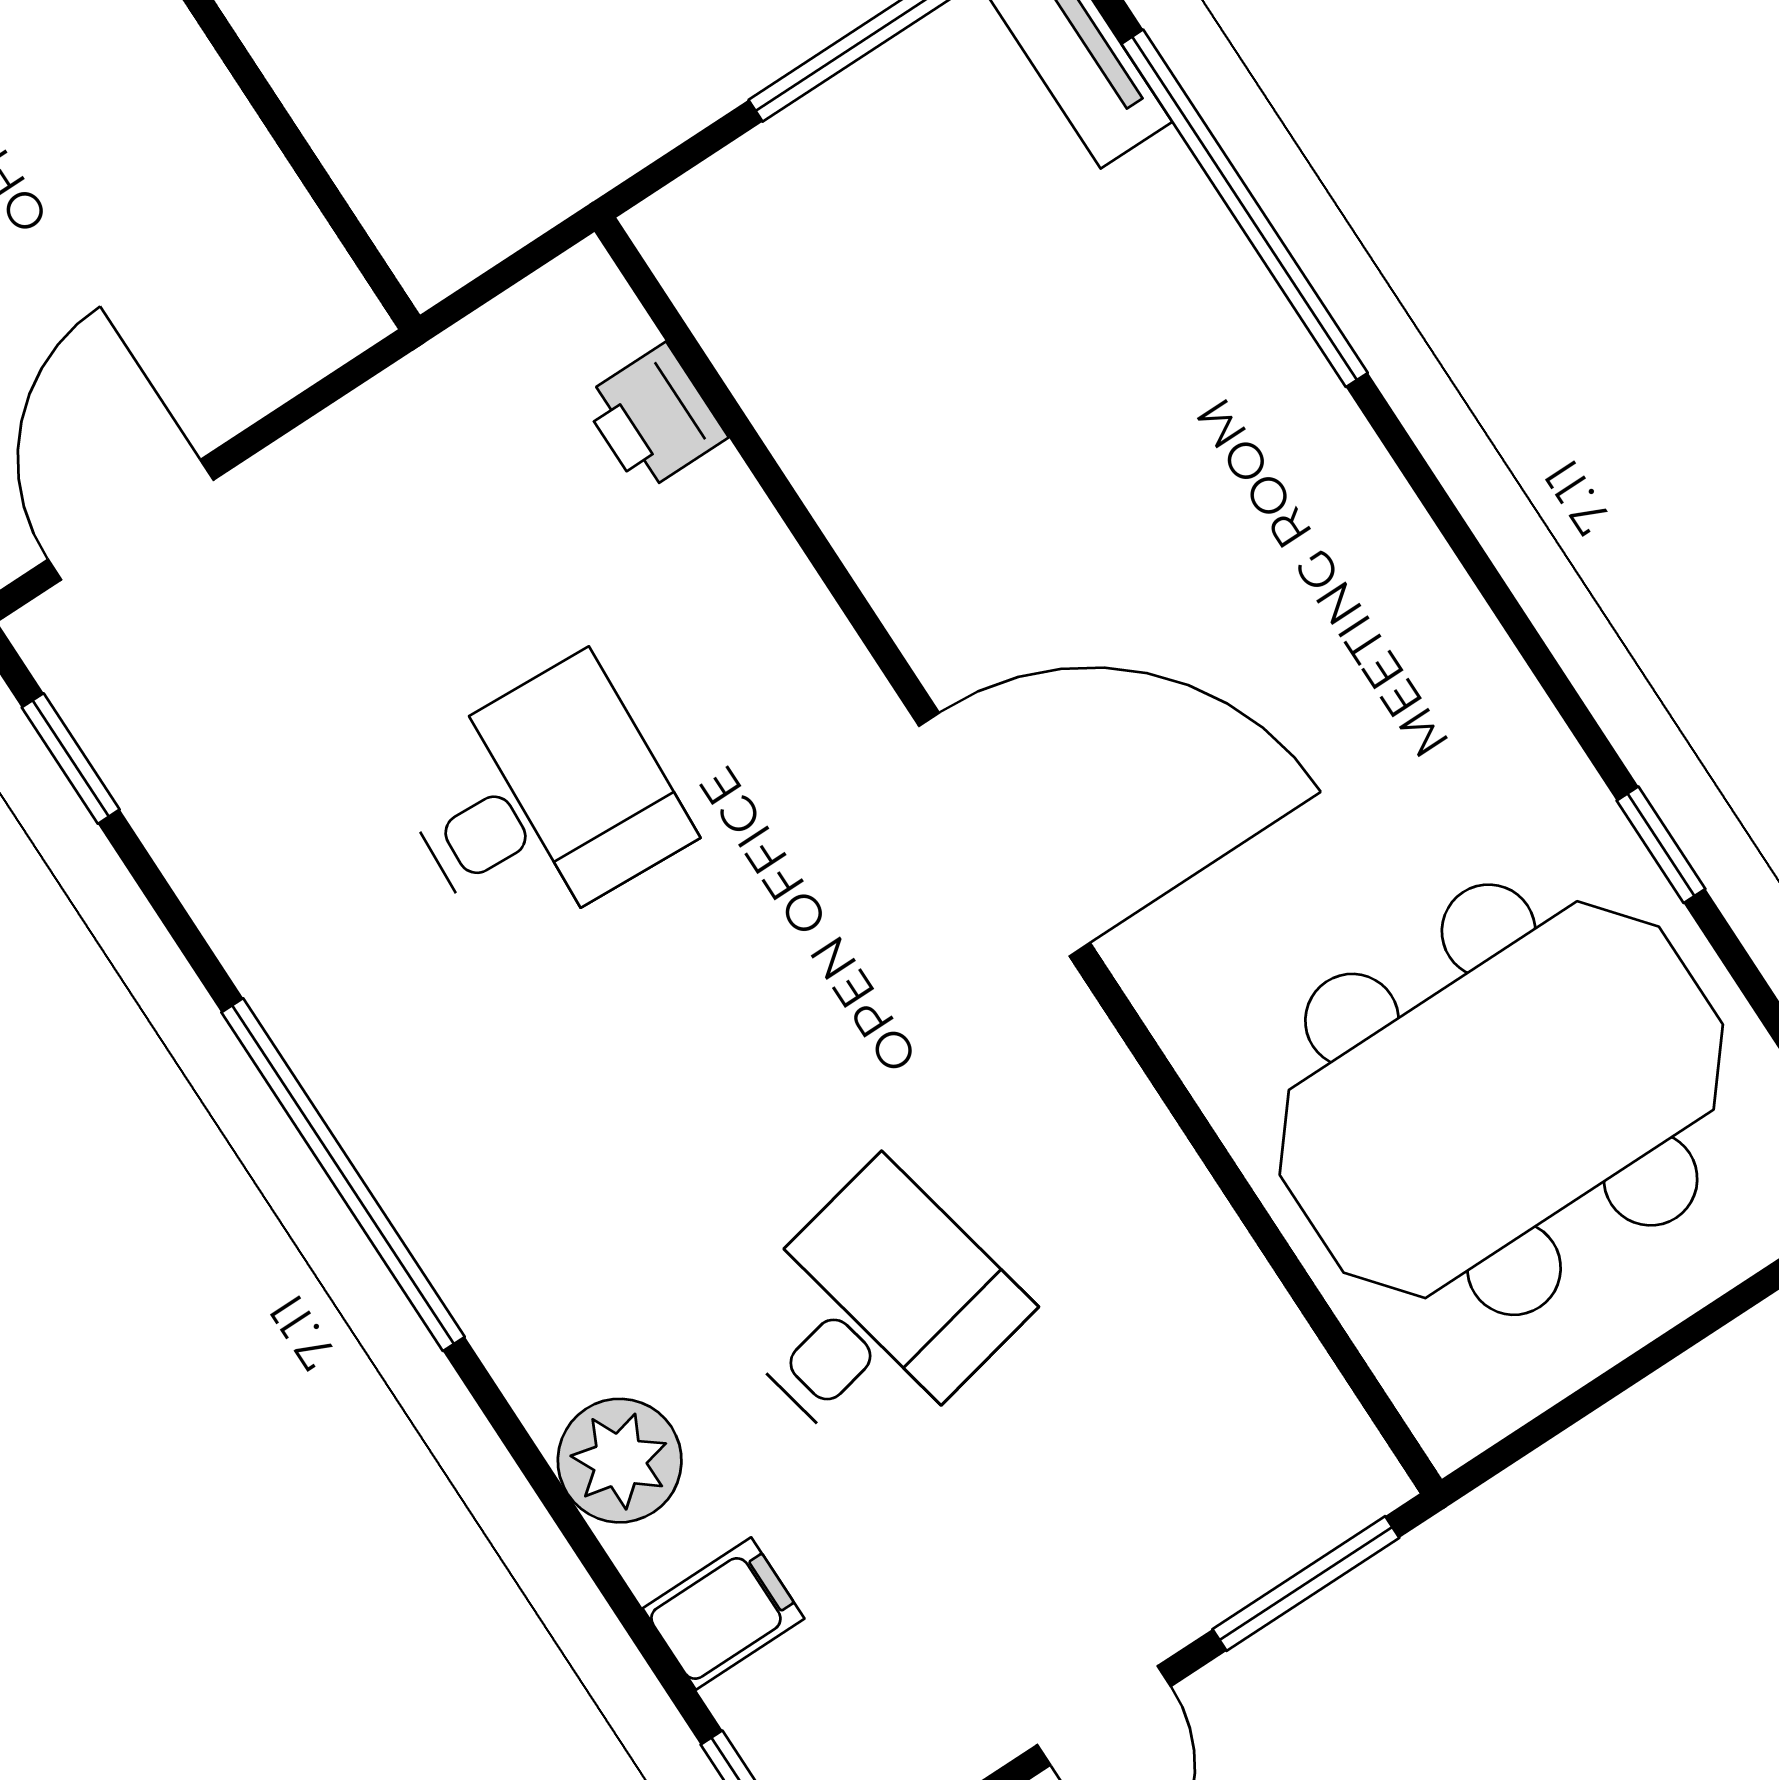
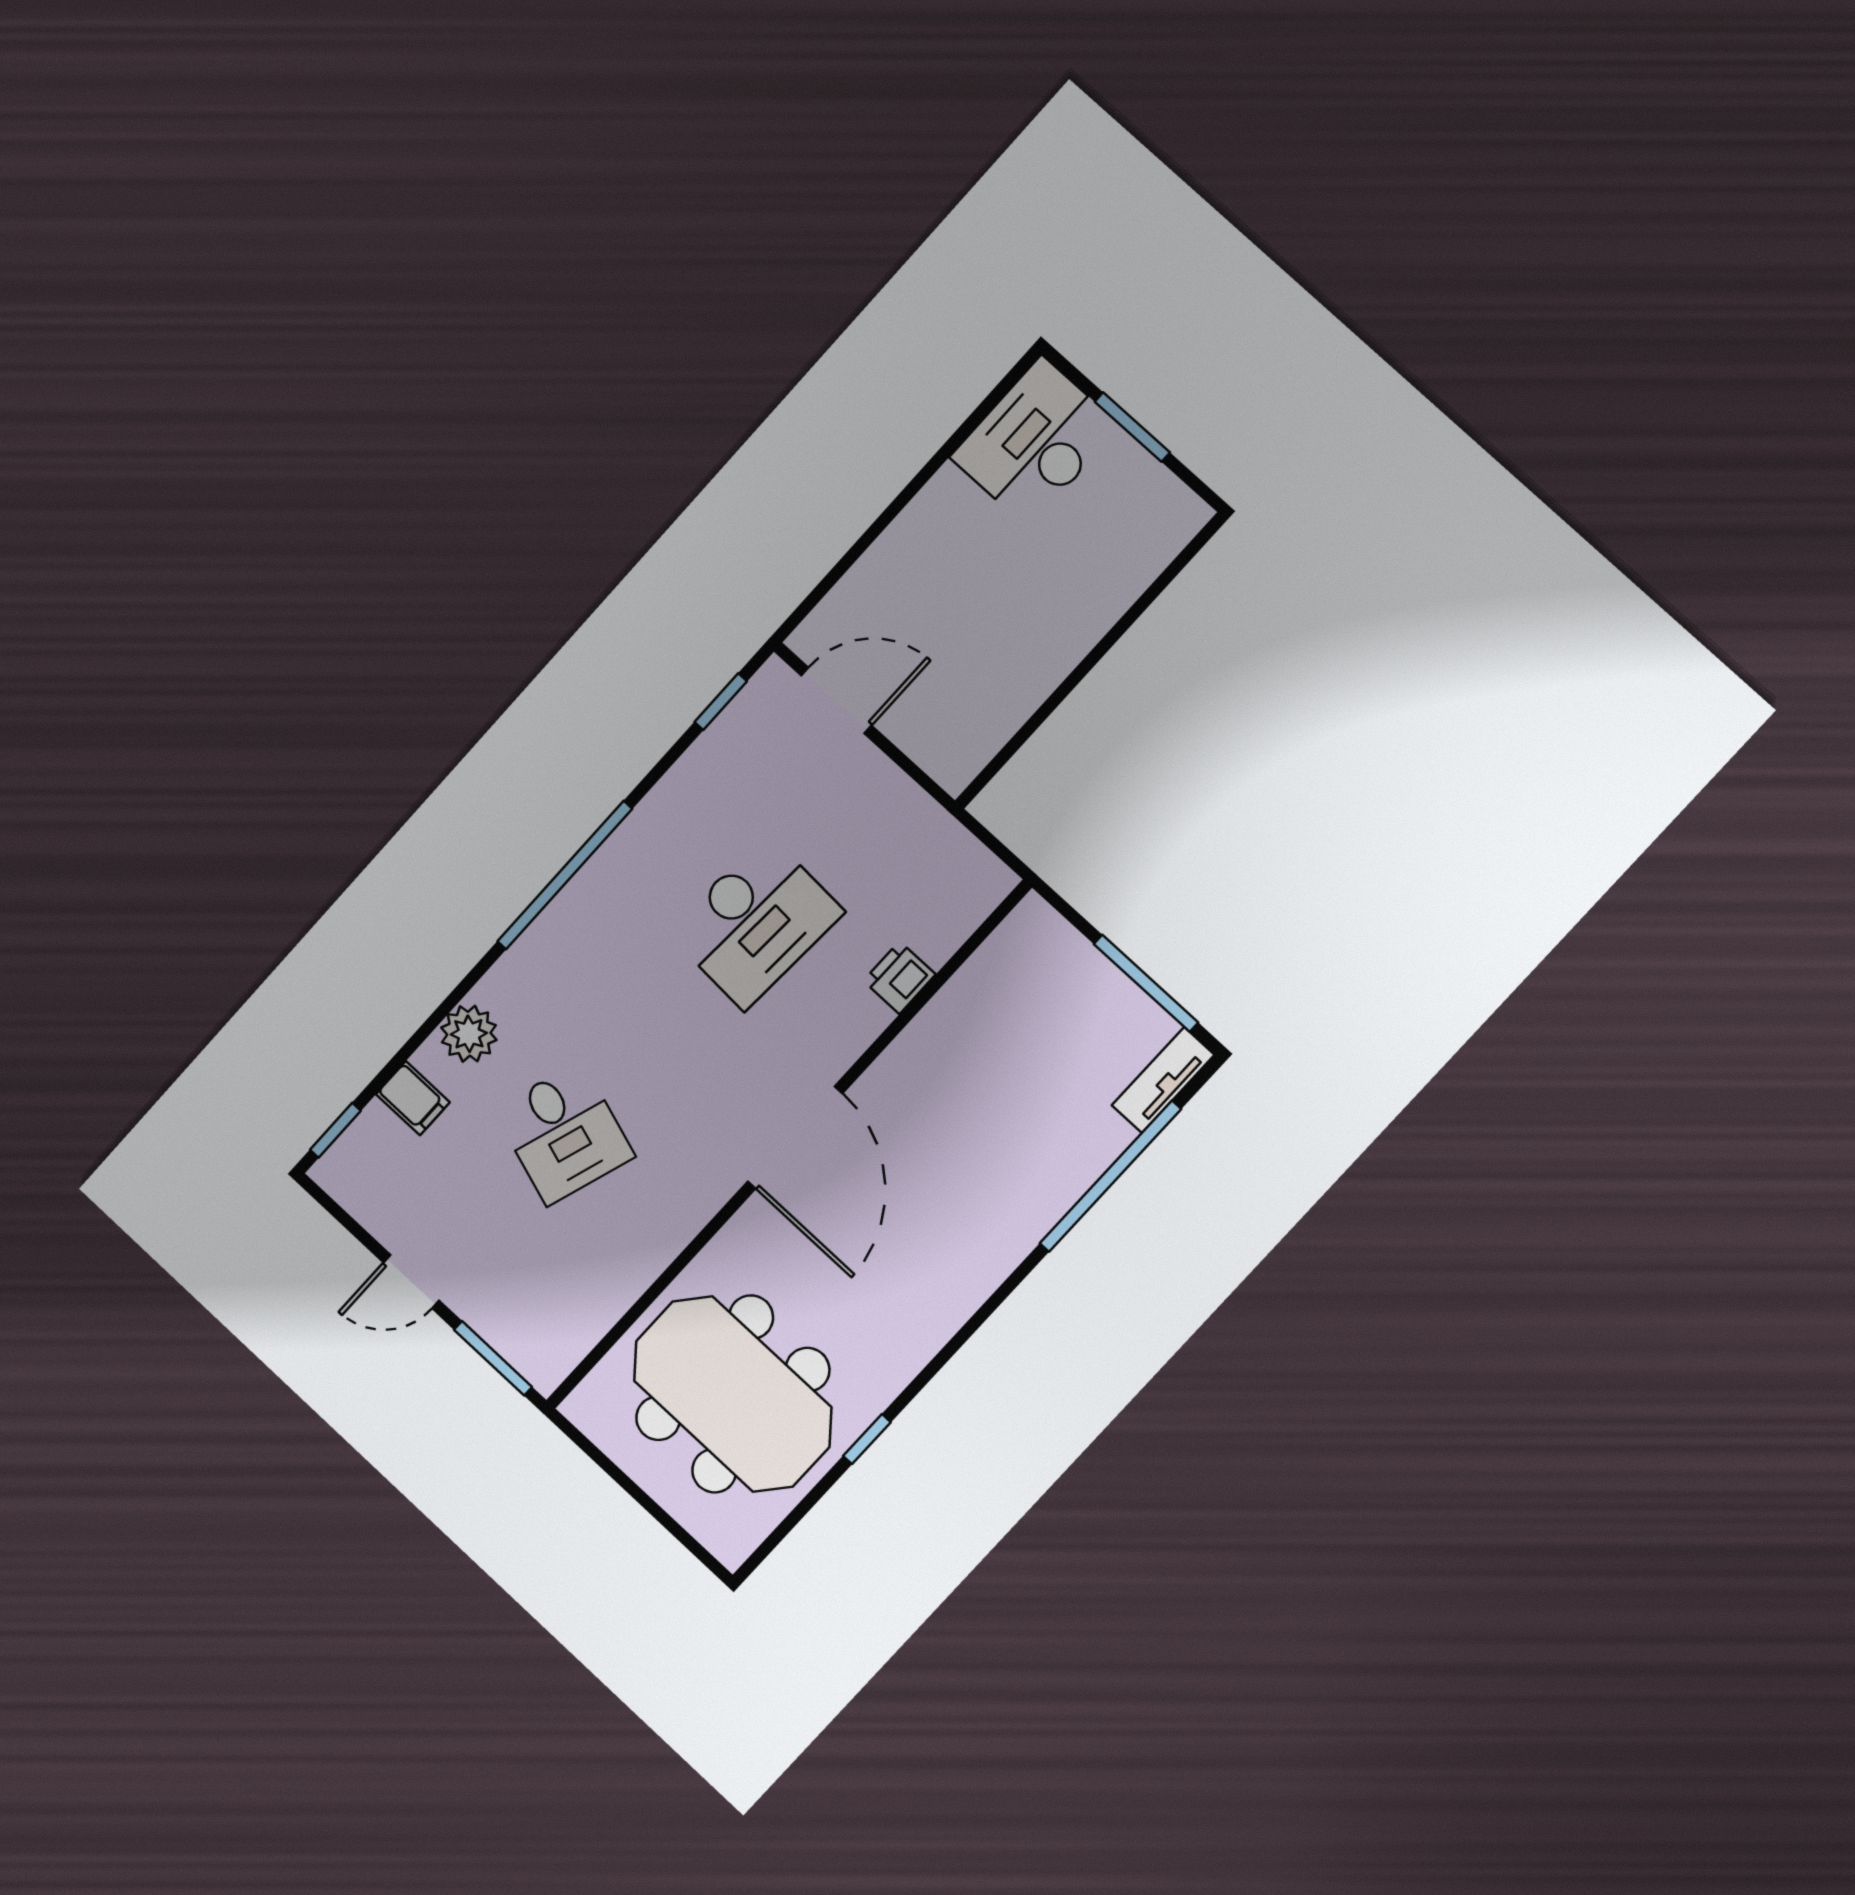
printer: (654, 418) -> (899, 978), moved
desk: (541, 802) -> (756, 922), width x1.37
desk: (876, 1314) -> (564, 1133), turned 30

